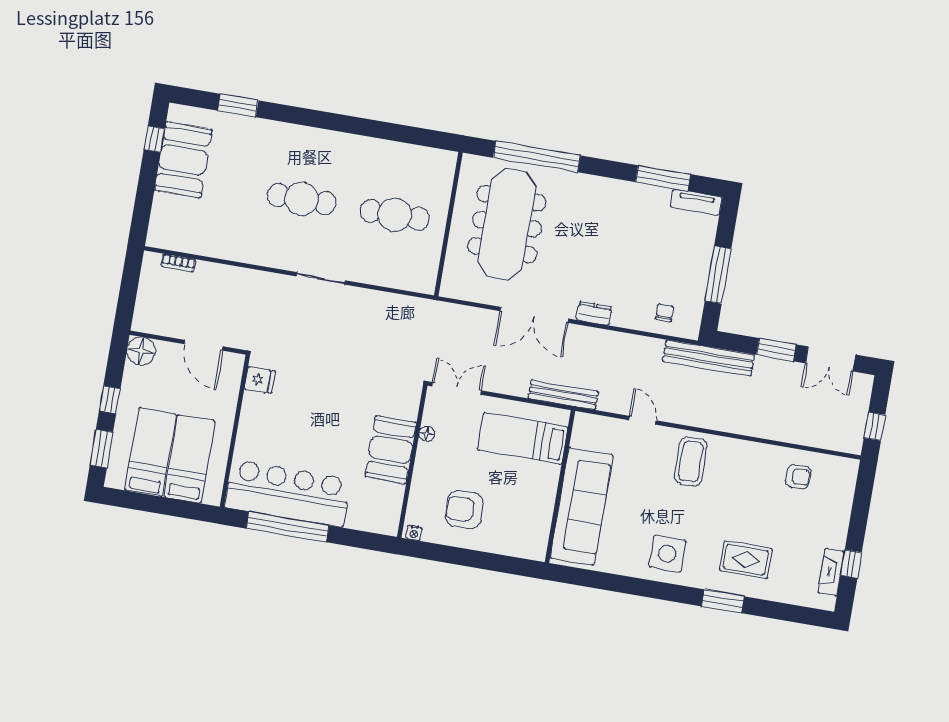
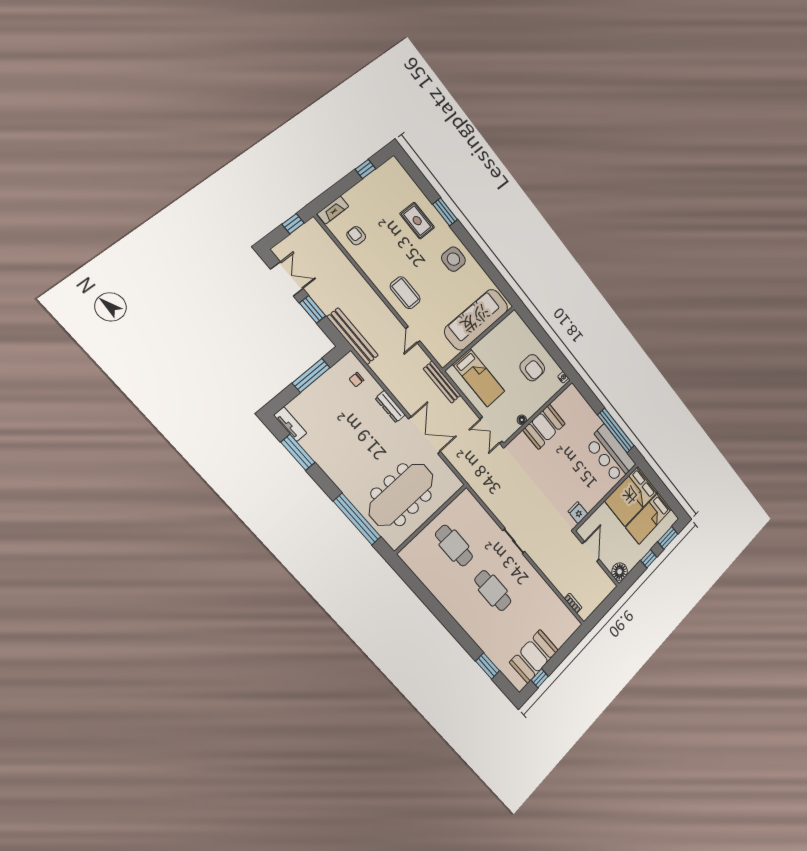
dresser: (594, 313) -> (390, 406), width x1.44
bed: (189, 459) -> (631, 496), width x1.50
coffee table: (691, 462) -> (405, 293), turned 90
bar counter: (288, 493) -> (610, 454), width x0.73
fireplace: (831, 572) -> (333, 210), moved

